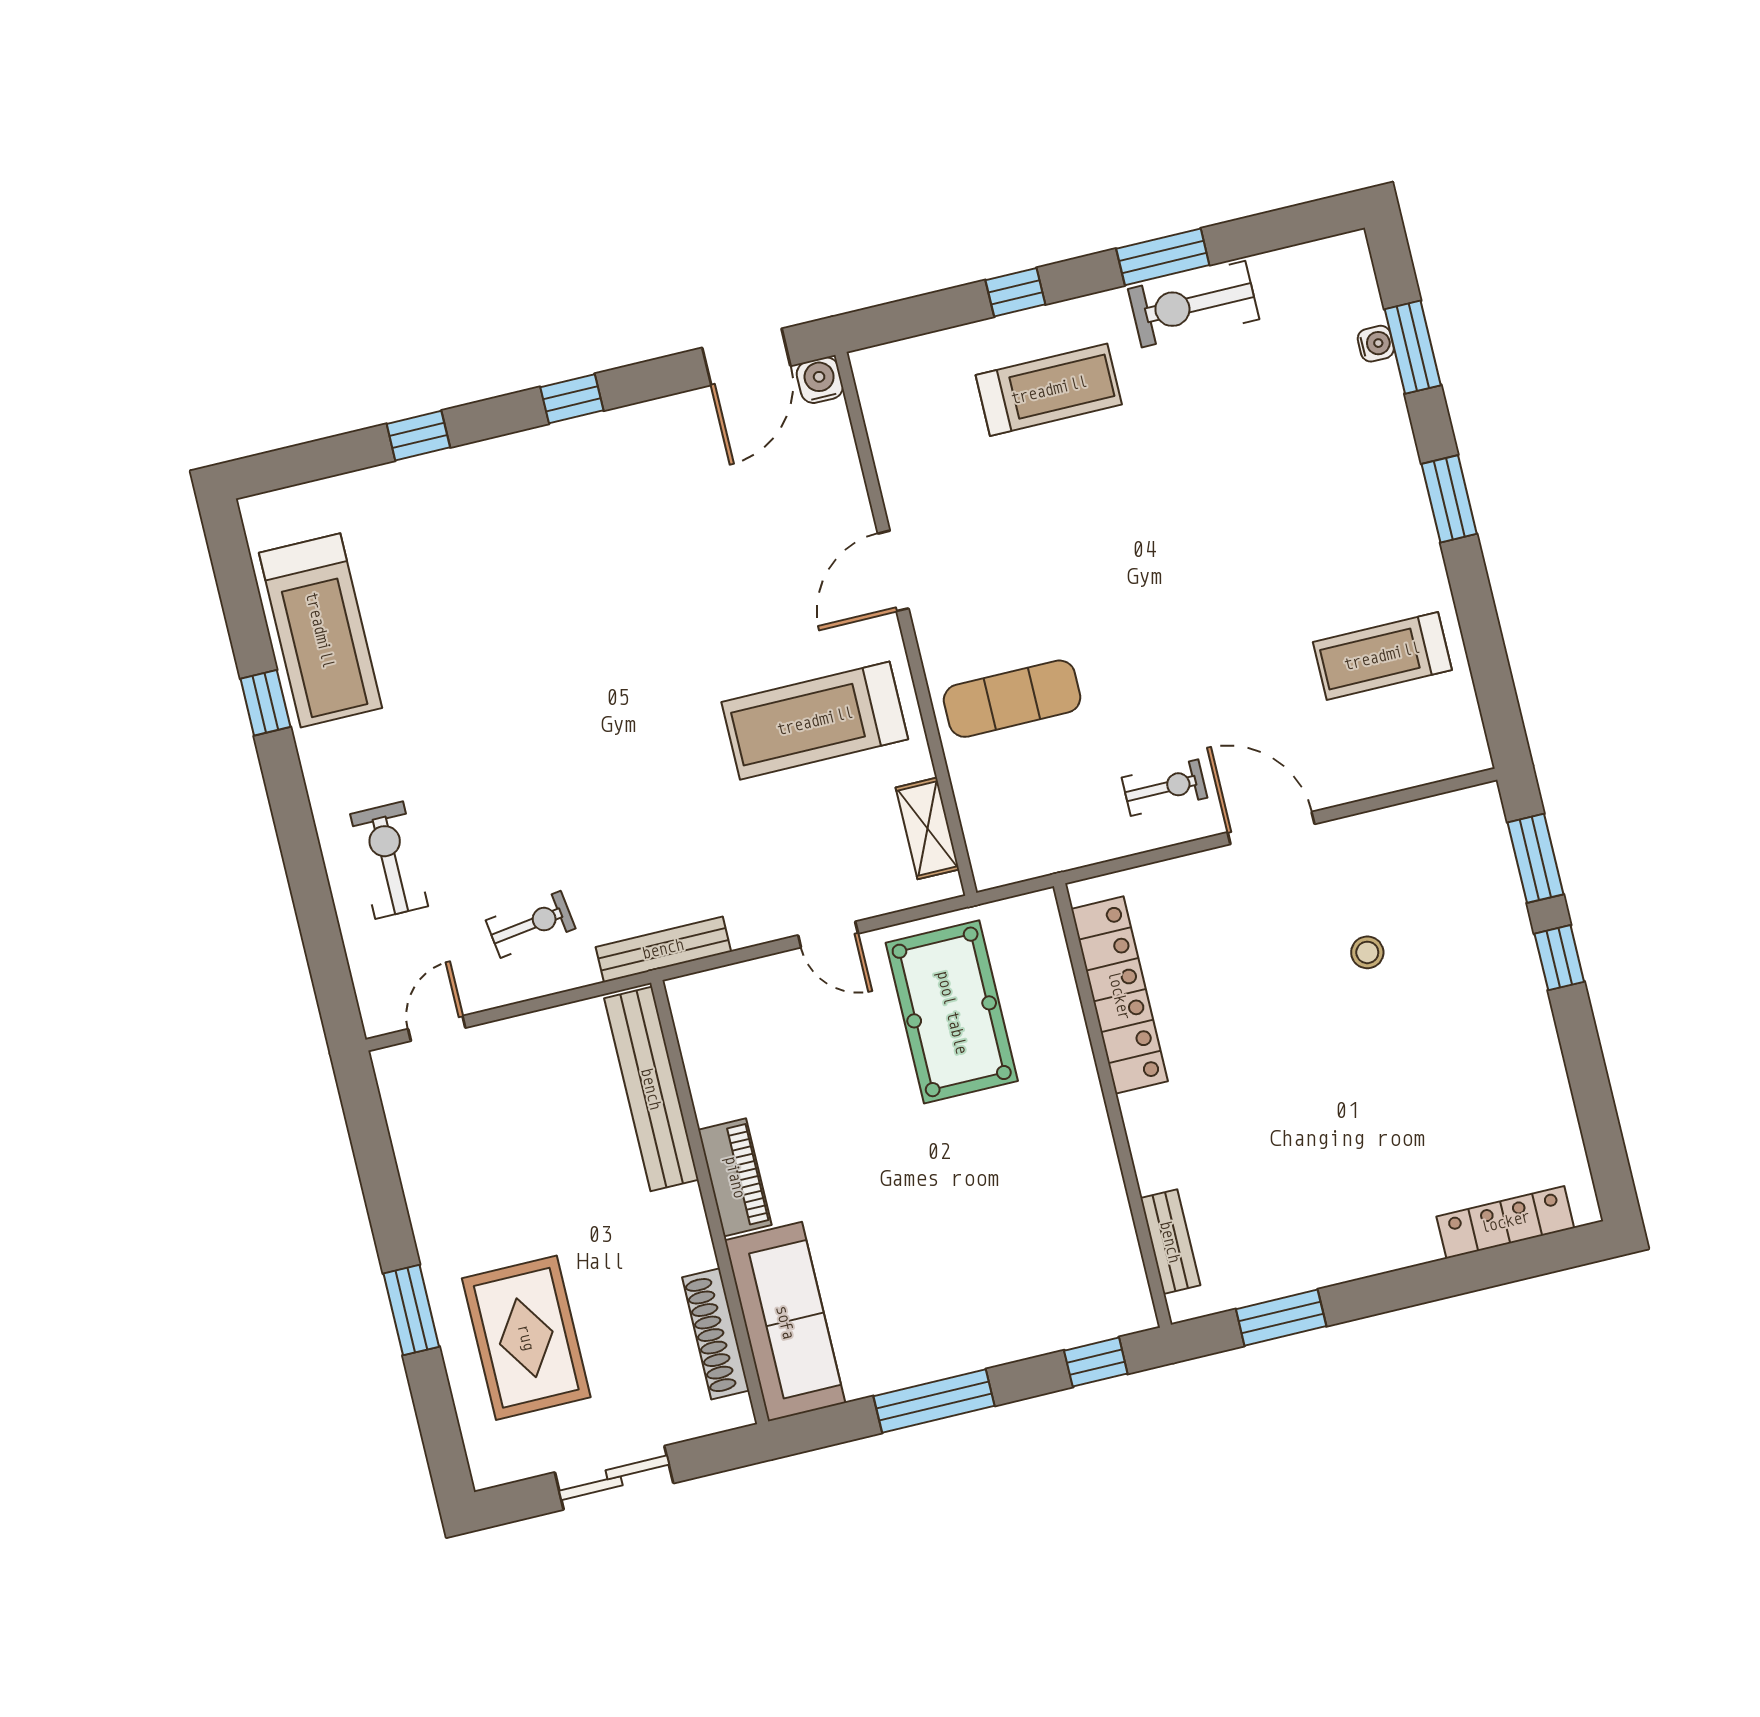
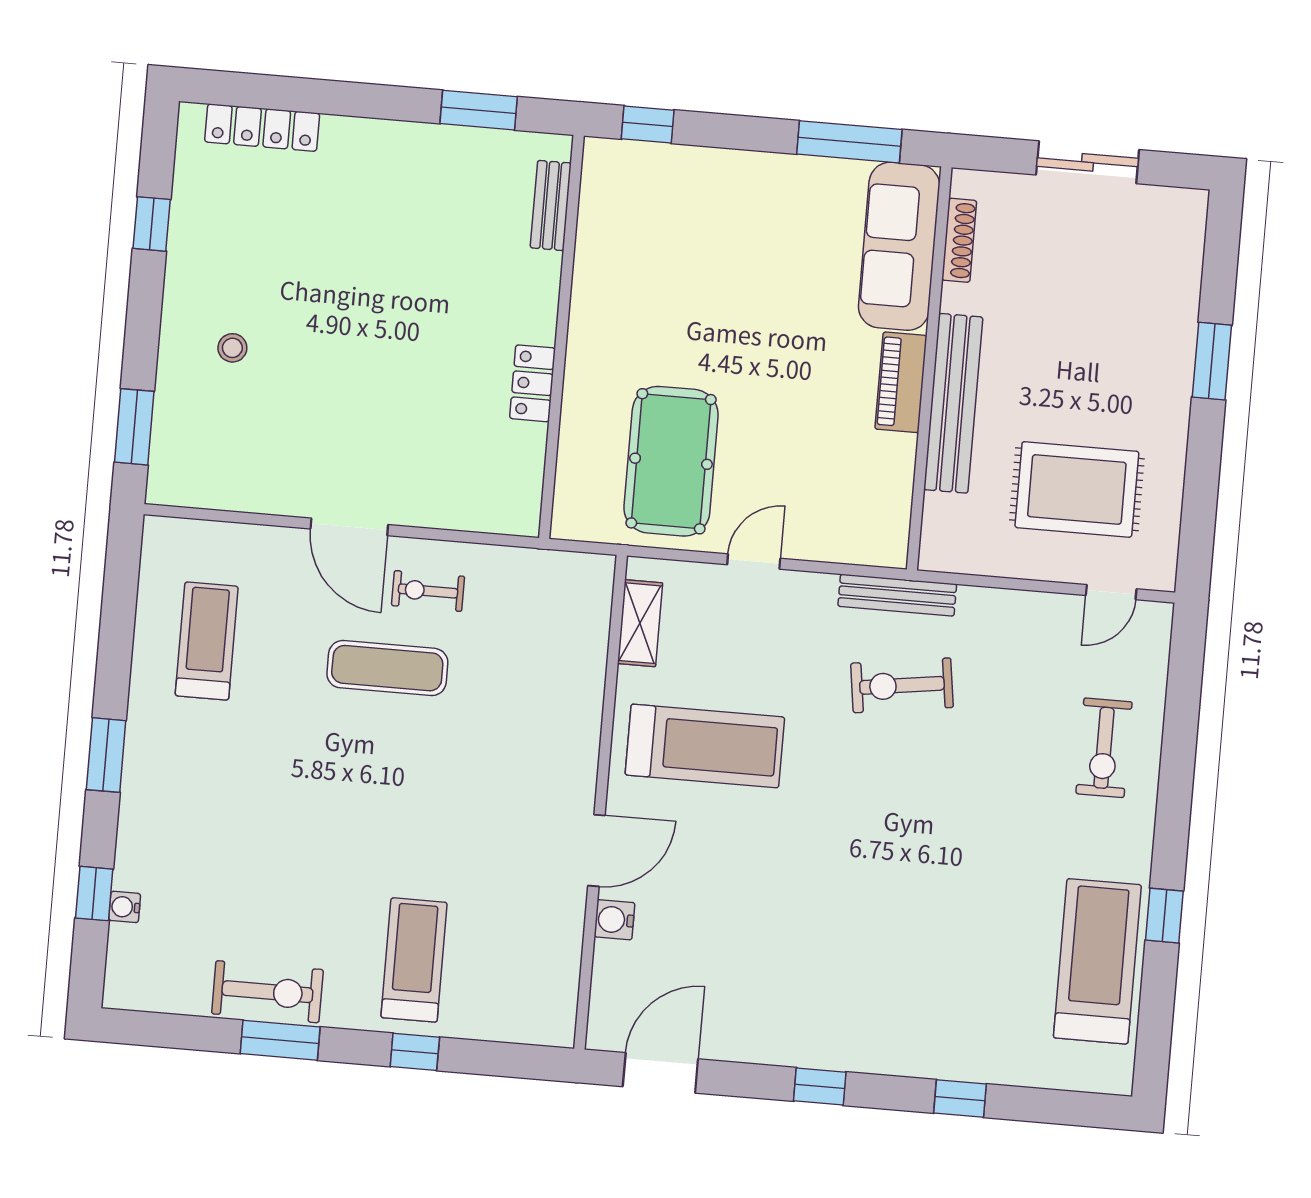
window: (1413, 347) -> (94, 894), width x0.67
water cooler: (820, 380) -> (614, 920), moved, turned 90
treadmill: (1049, 390) -> (414, 960), turned 90
treadmill: (1382, 656) -> (207, 641), turned -90
exercise mat: (1012, 699) -> (387, 668), moved
exercise bike: (531, 924) -> (902, 685), moved, width x1.38, depth x1.39
door: (828, 934) -> (754, 561), hinge flipped
stool: (1367, 952) -> (232, 348), moved
window: (1559, 958) -> (152, 224), moved
locker: (1119, 995) -> (533, 383), width x0.46, depth x0.83
bench: (651, 1089) -> (953, 403), moved
shoe rack: (716, 1334) -> (959, 240), width x0.74, depth x0.81
rug: (526, 1338) -> (1077, 489), moved, turned 90
window: (934, 1401) -> (849, 142), moved

